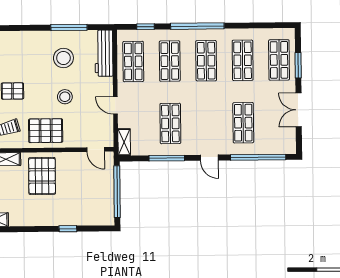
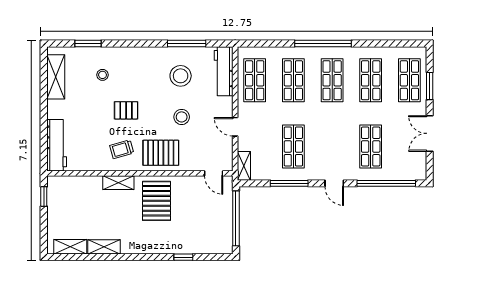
window: (146, 27) -> (268, 43), removed

